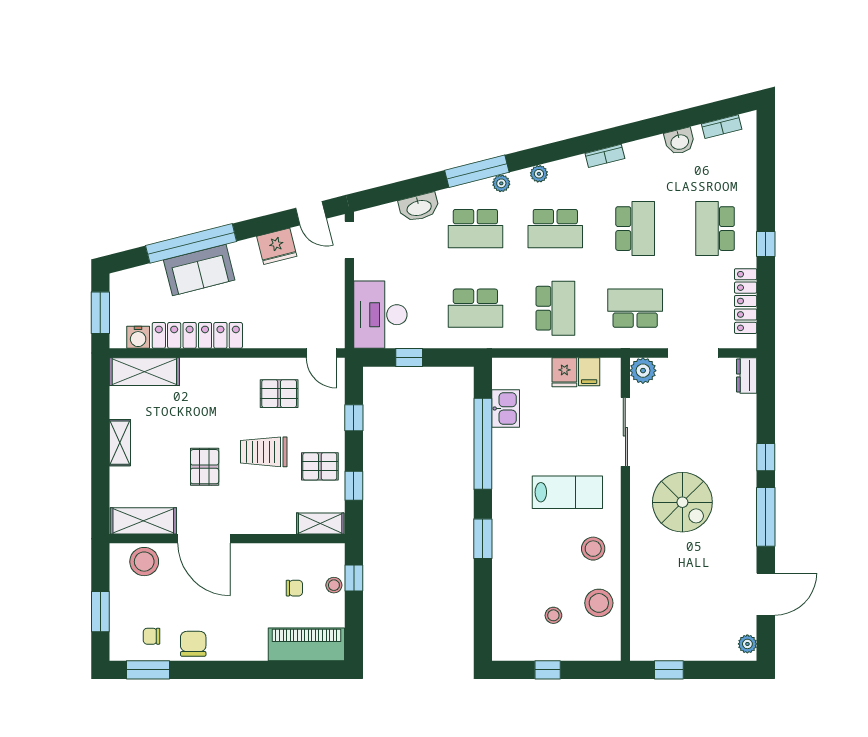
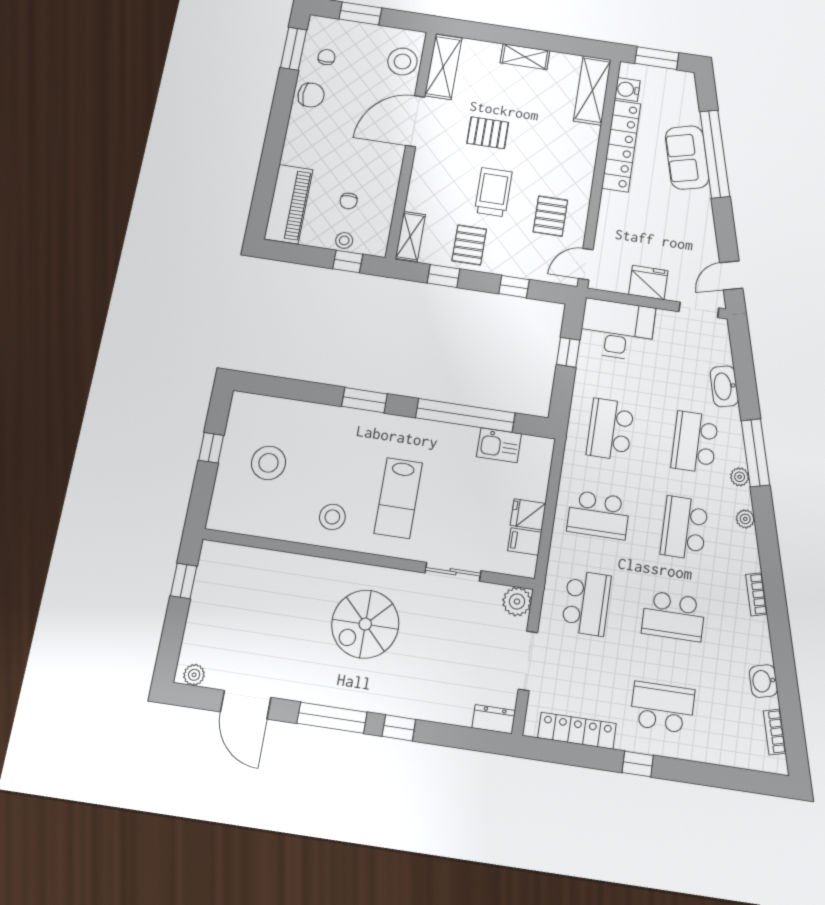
fridge: (277, 246) -> (648, 283), moved, turned 104
sliding door: (625, 432) -> (453, 572), width x0.73
stool: (599, 603) -> (272, 514), removed
stool: (553, 615) -> (269, 463), width x1.89, depth x1.89

